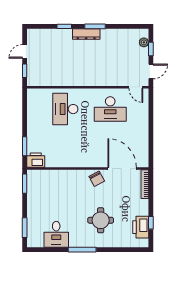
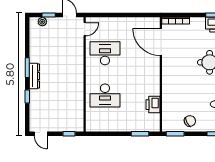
door: (25, 51) -> (41, 134), moved
desk: (110, 109) -> (105, 53), turned -90
printer: (36, 160) -> (153, 105), moved
door: (122, 169) -> (161, 42), hinge flipped
chair: (97, 179) -> (190, 121), moved

